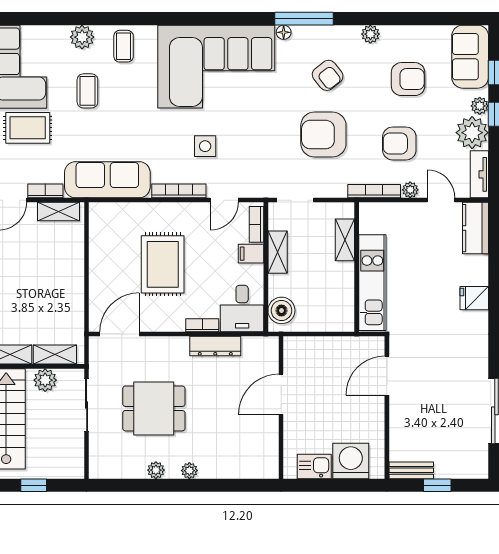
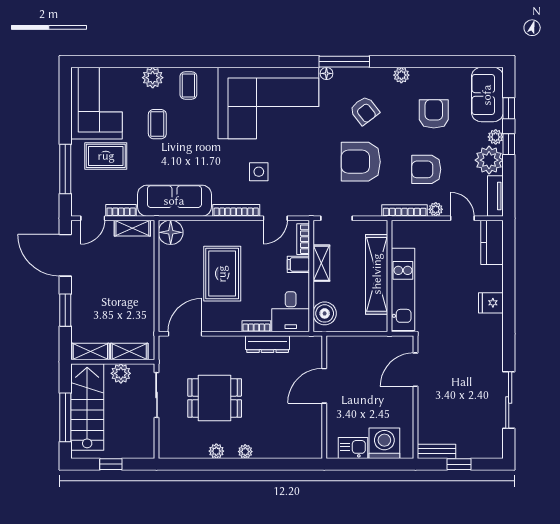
armchair: (408, 79) -> (434, 114), turned -90
floor lamp: (103, 216) -> (171, 232), added
shelving: (345, 240) -> (377, 274), width x2.20, depth x1.33

